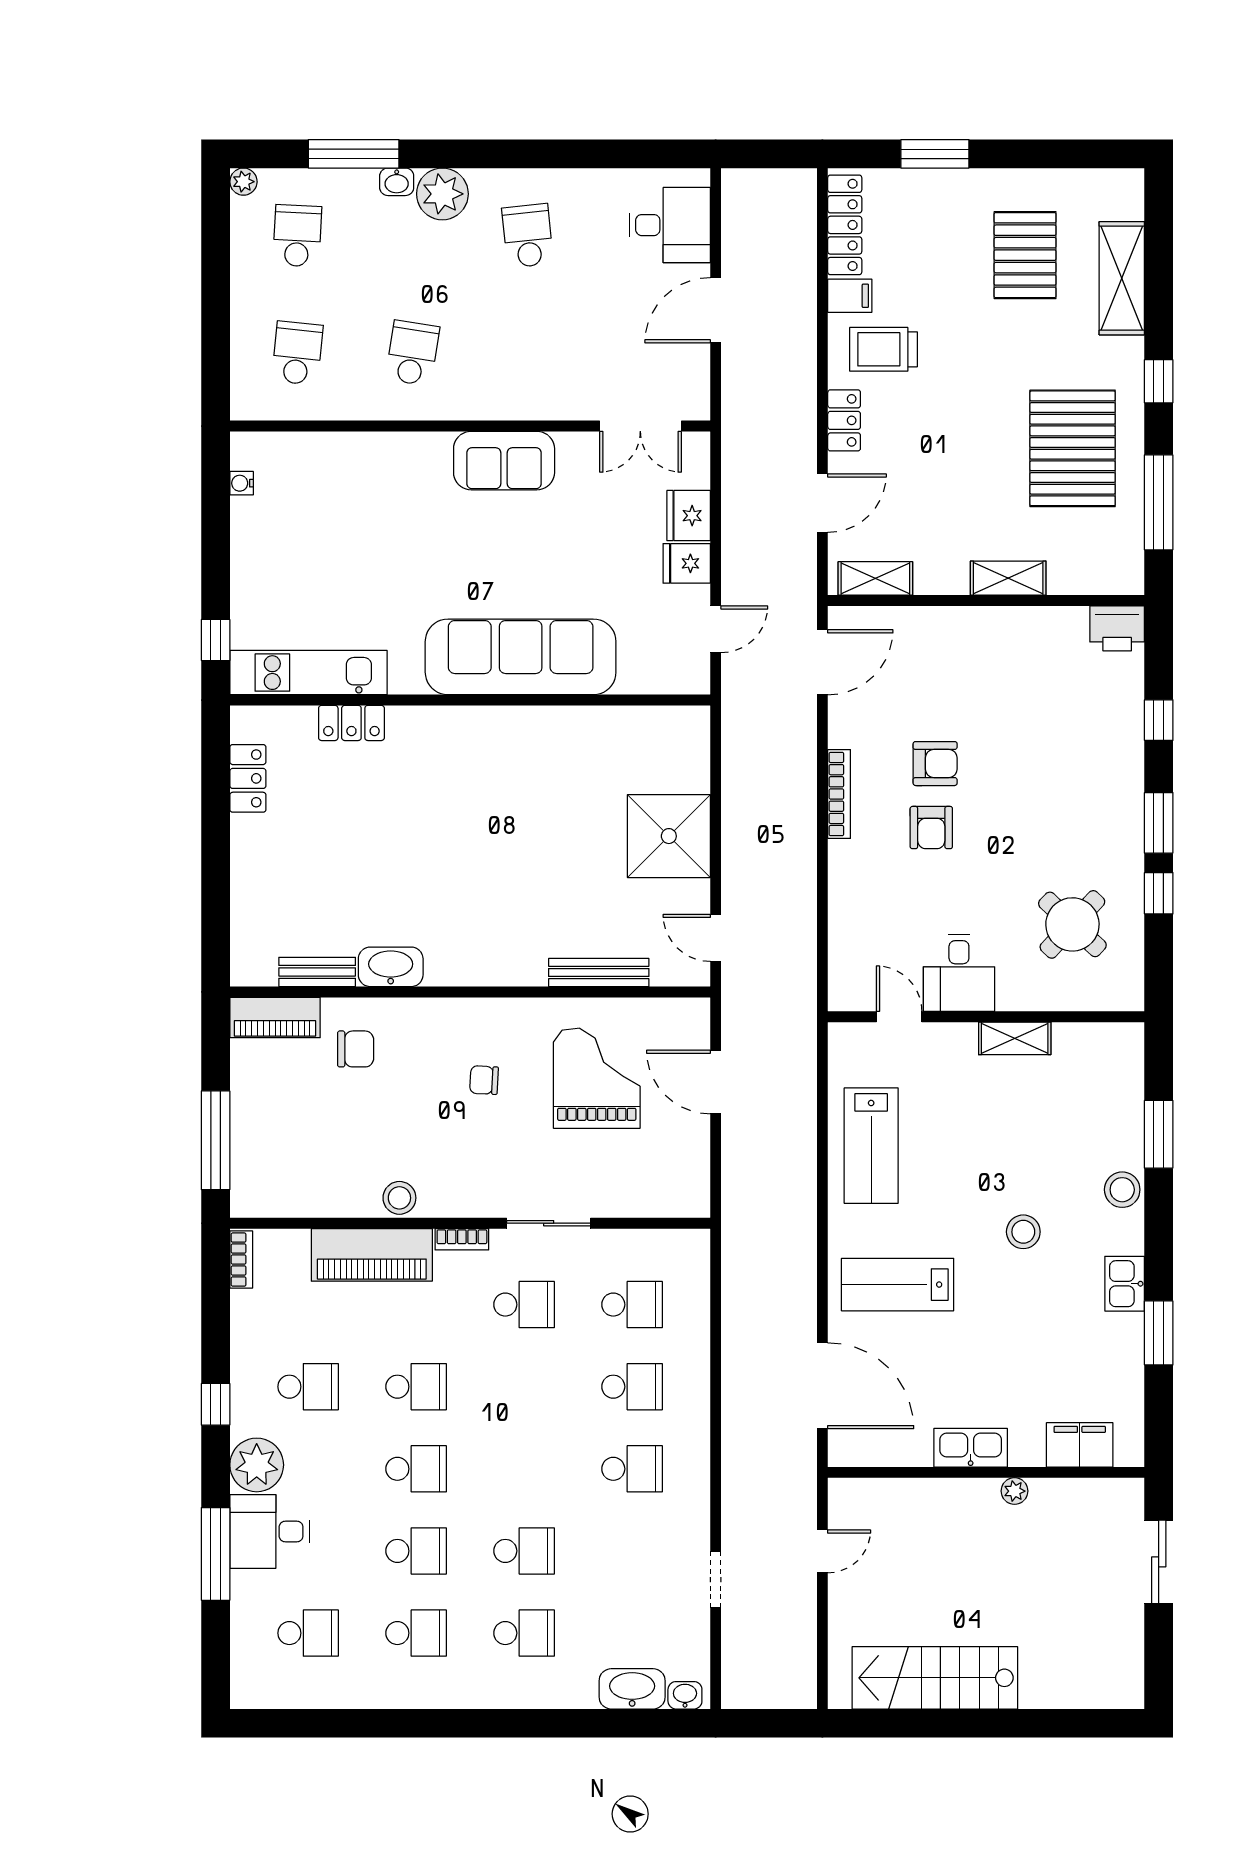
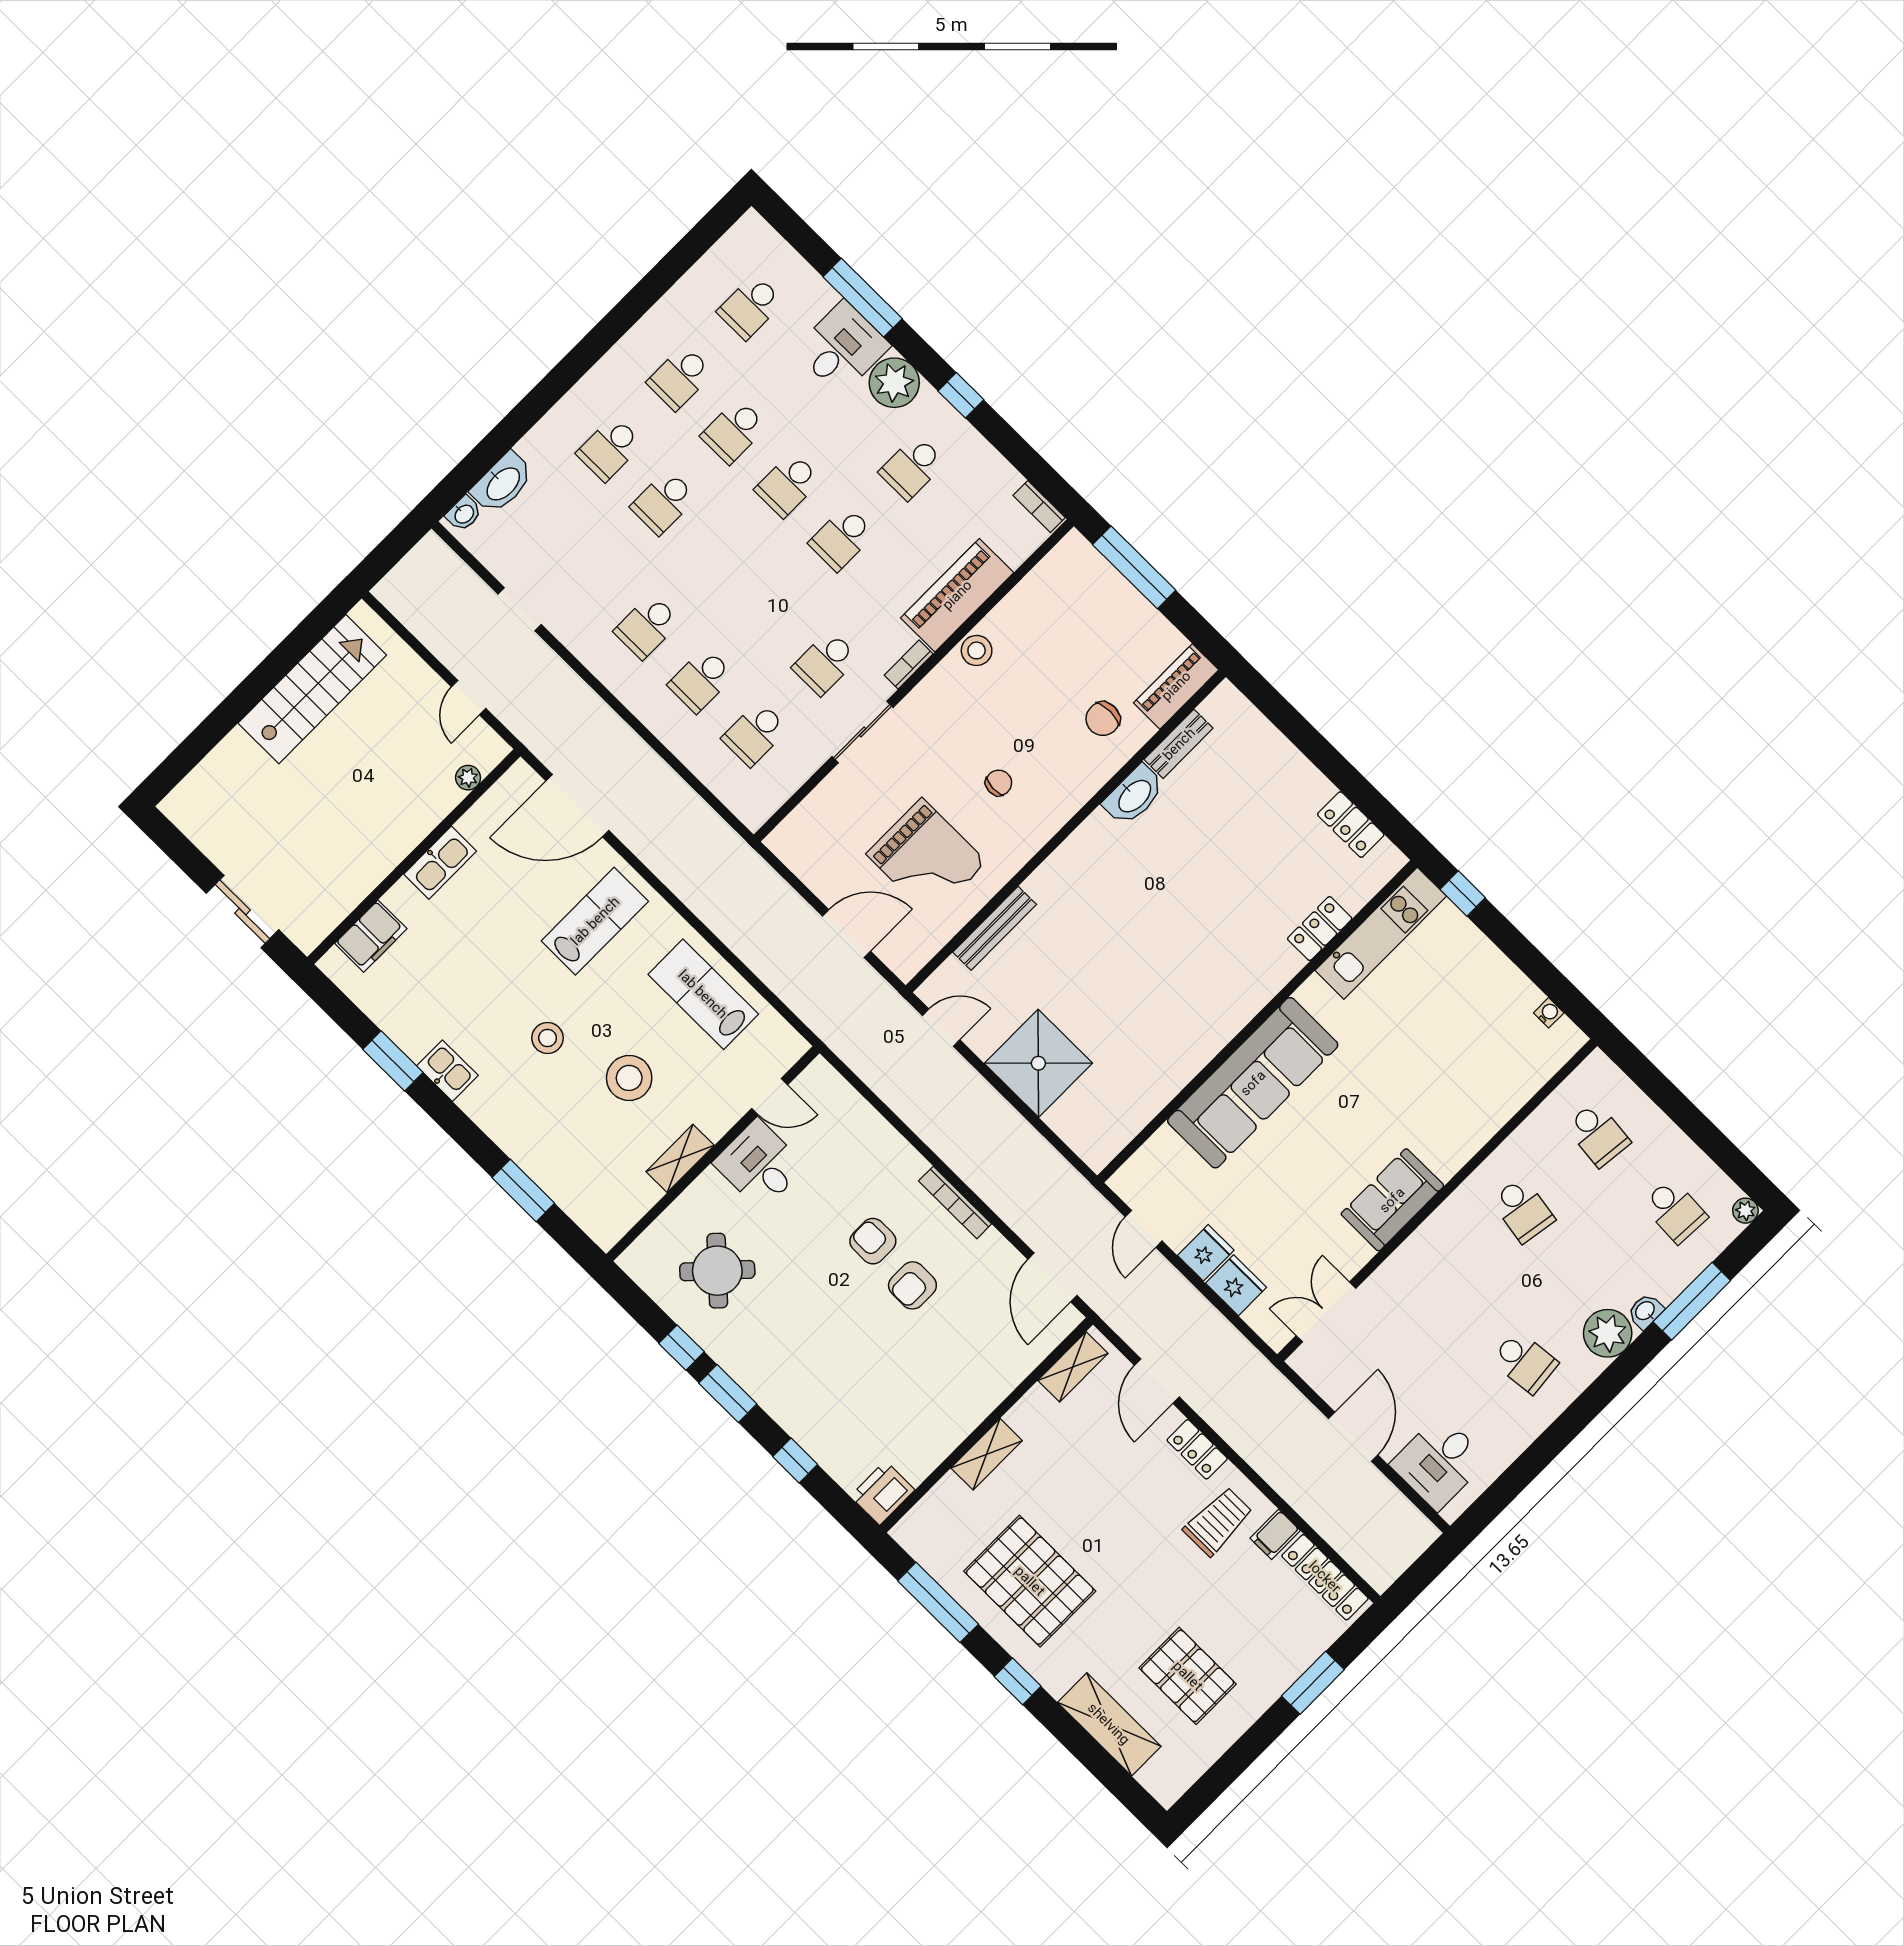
stool: (1122, 1190) -> (629, 1078), moved, width x1.38, depth x1.38
plant: (1014, 1491) -> (468, 778), moved

